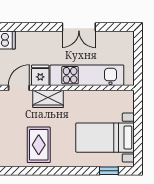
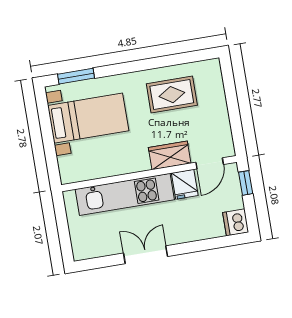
rug: (39, 145) -> (172, 95), turned 90
window: (109, 171) -> (76, 76), width x1.50

